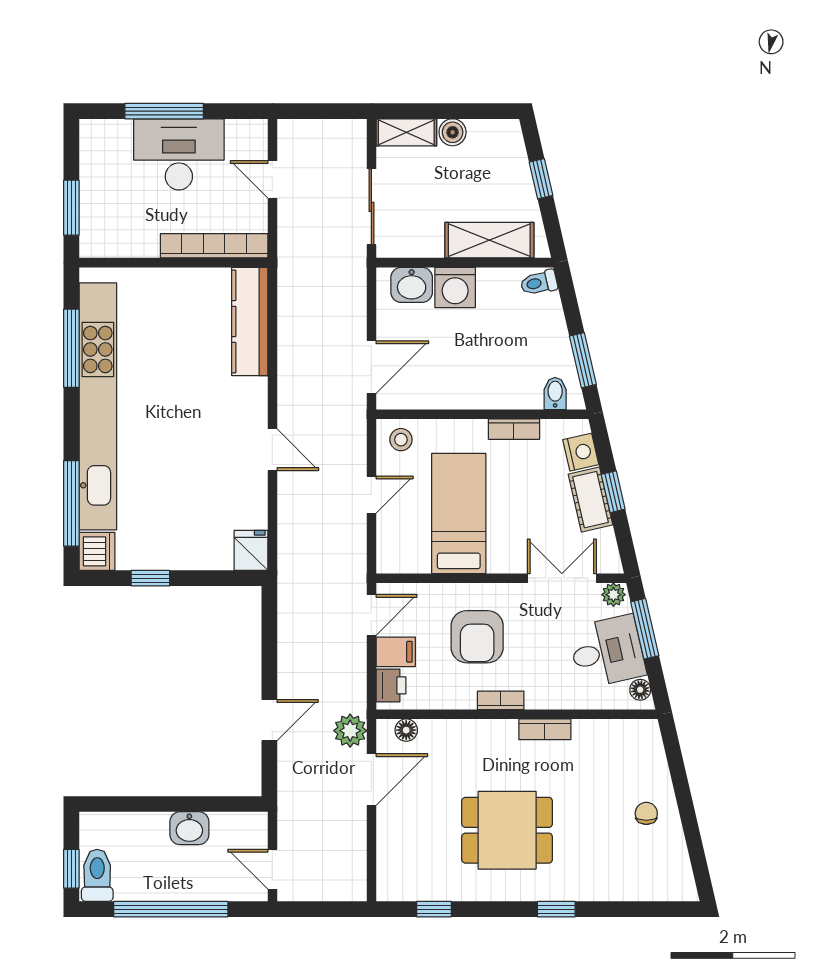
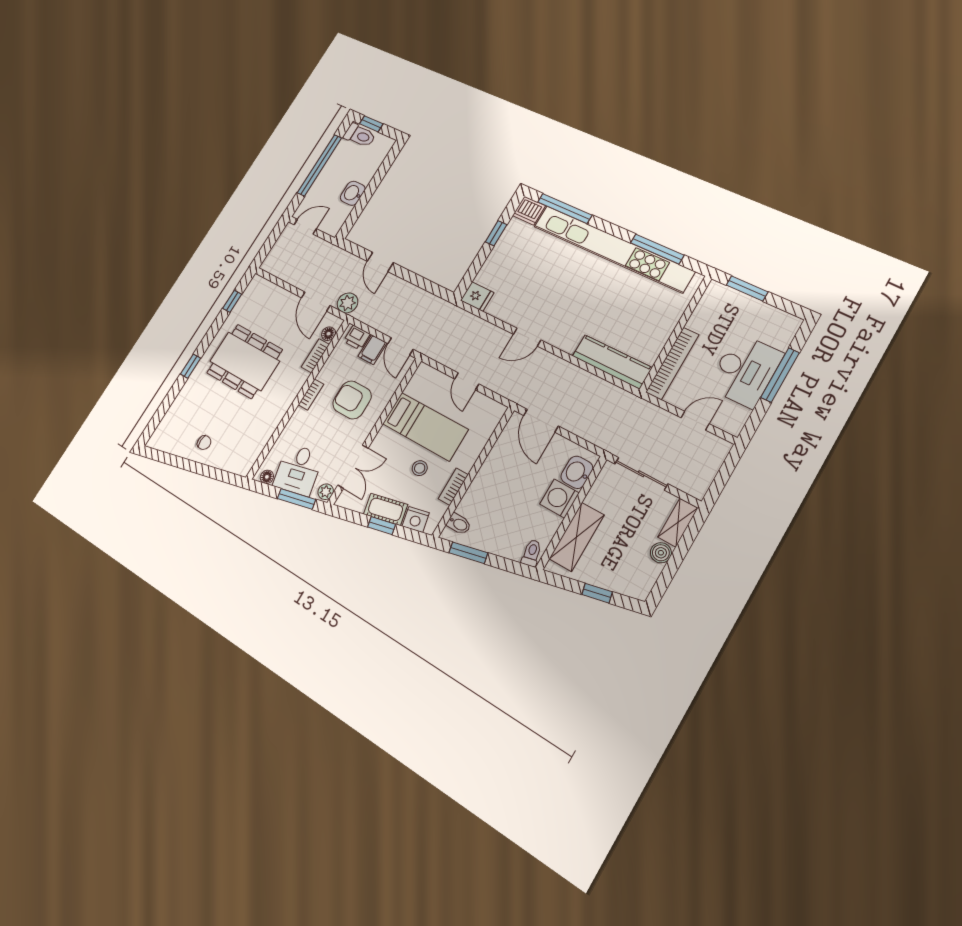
stool: (401, 440) -> (420, 468), moved
bookcase: (545, 729) -> (315, 356), moved
dining table: (507, 830) -> (245, 361), width x1.38

